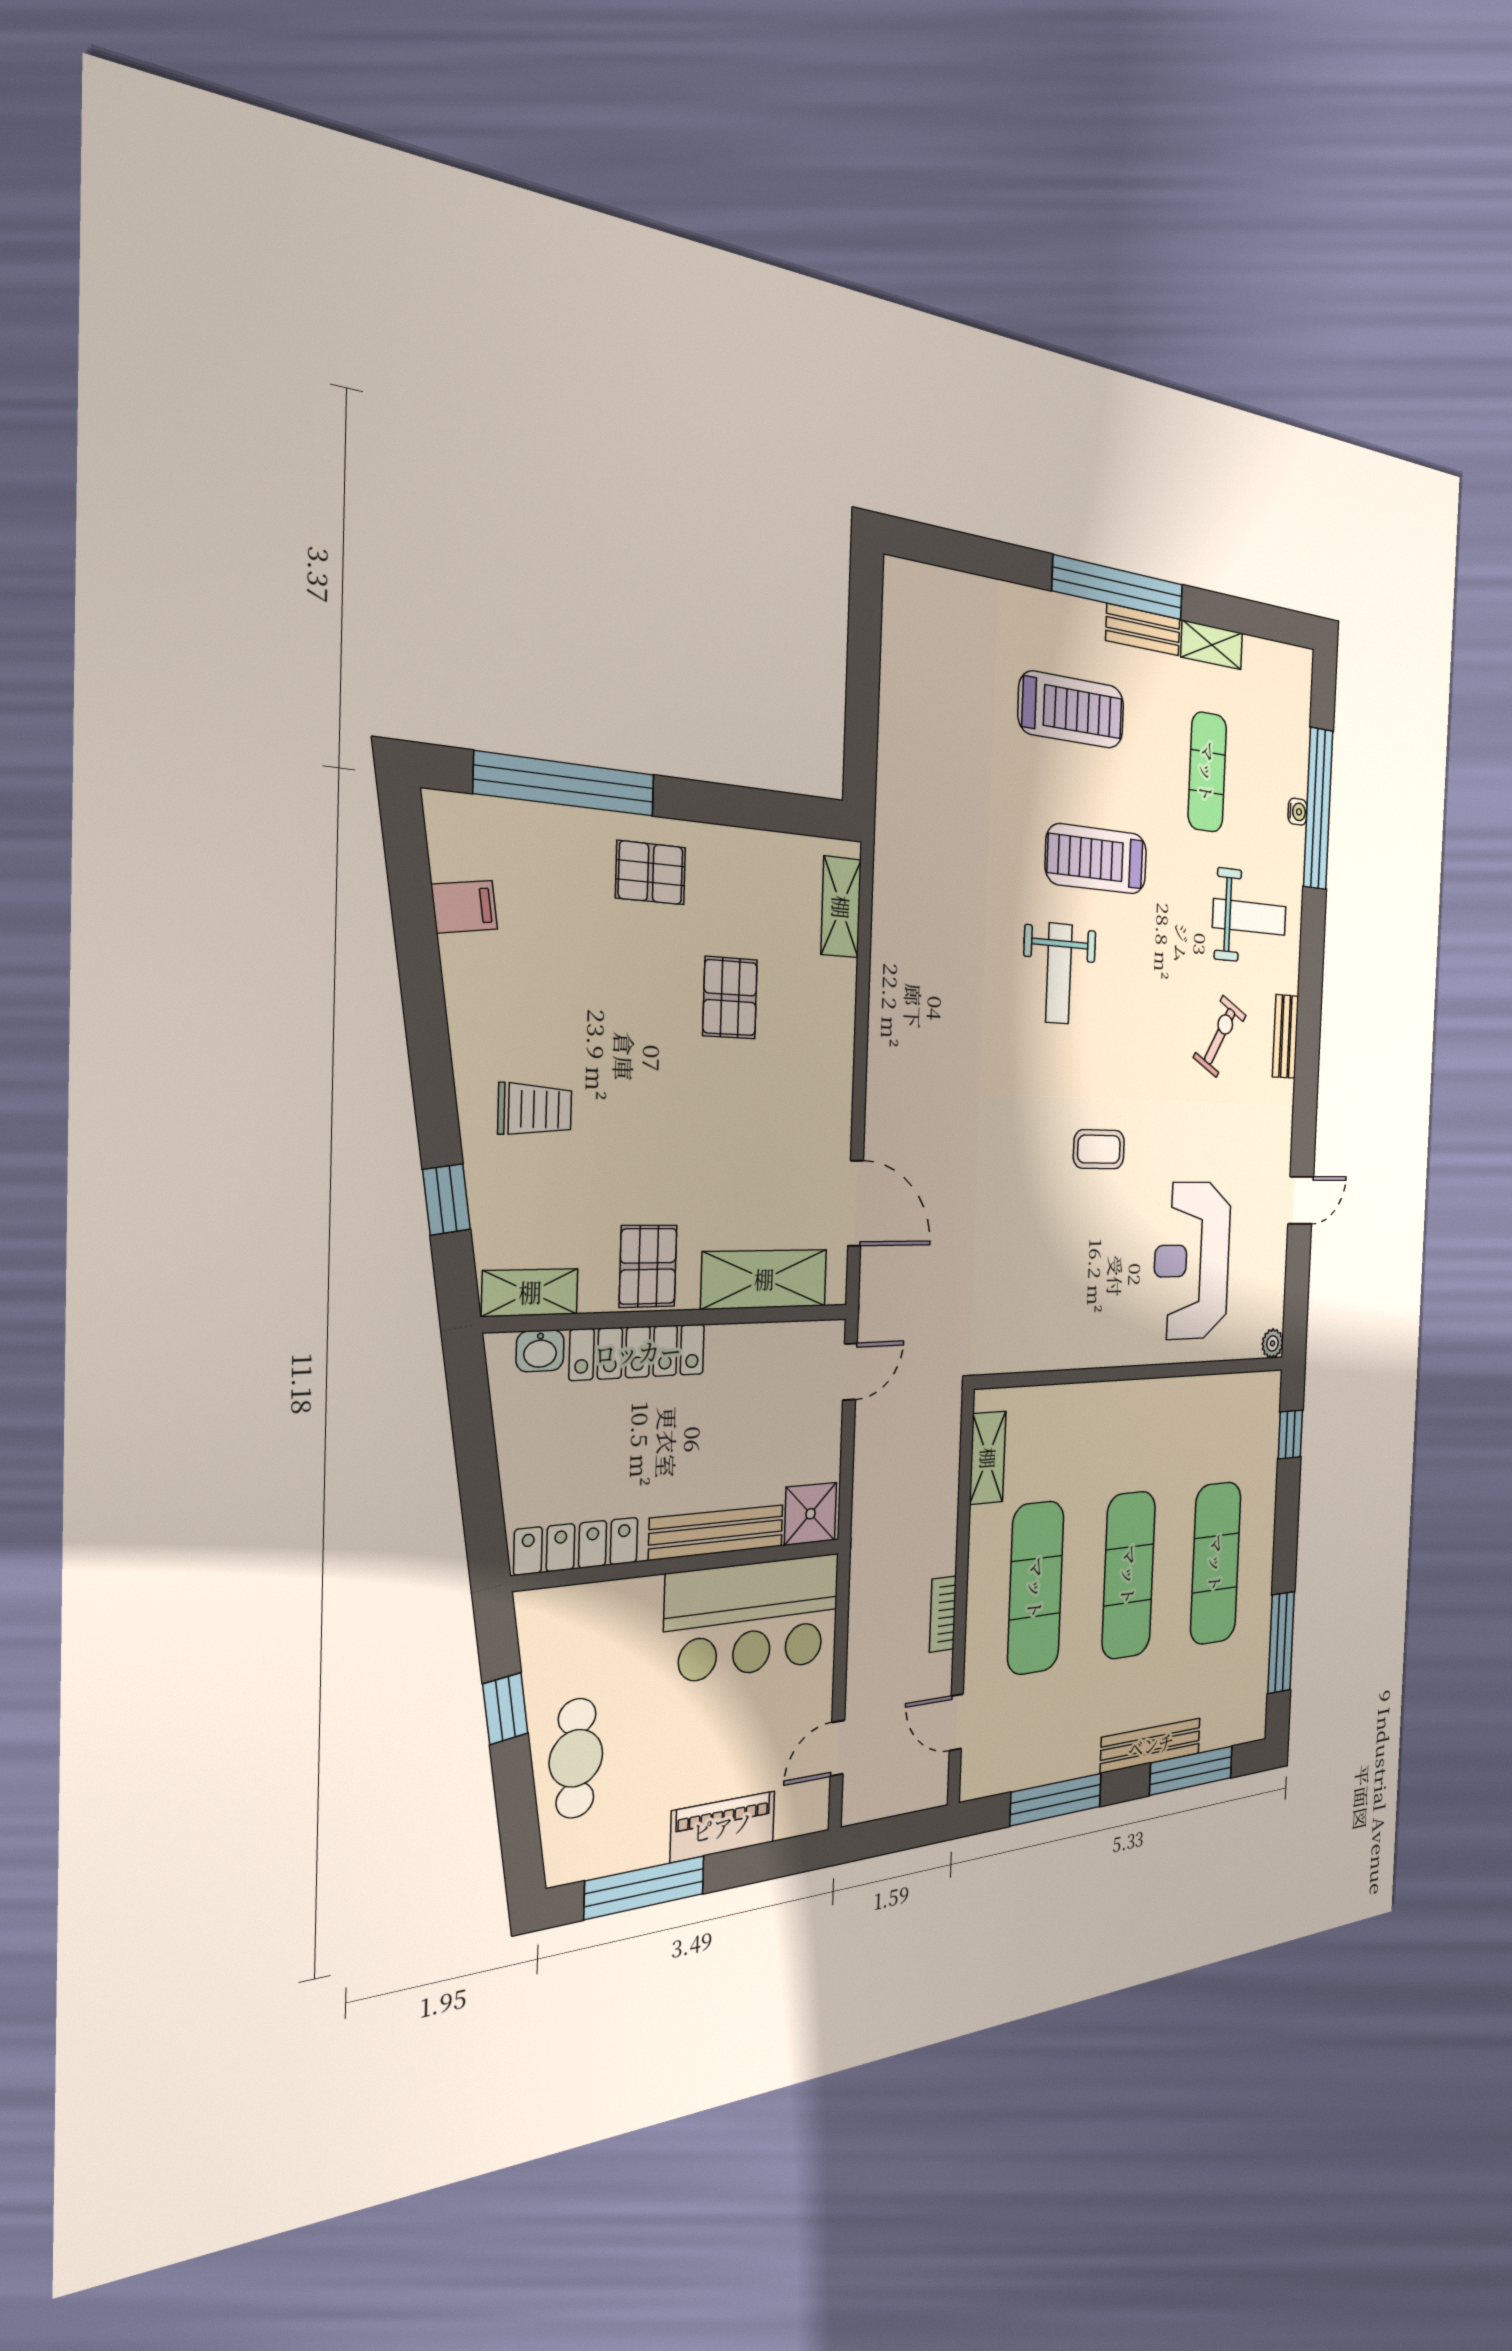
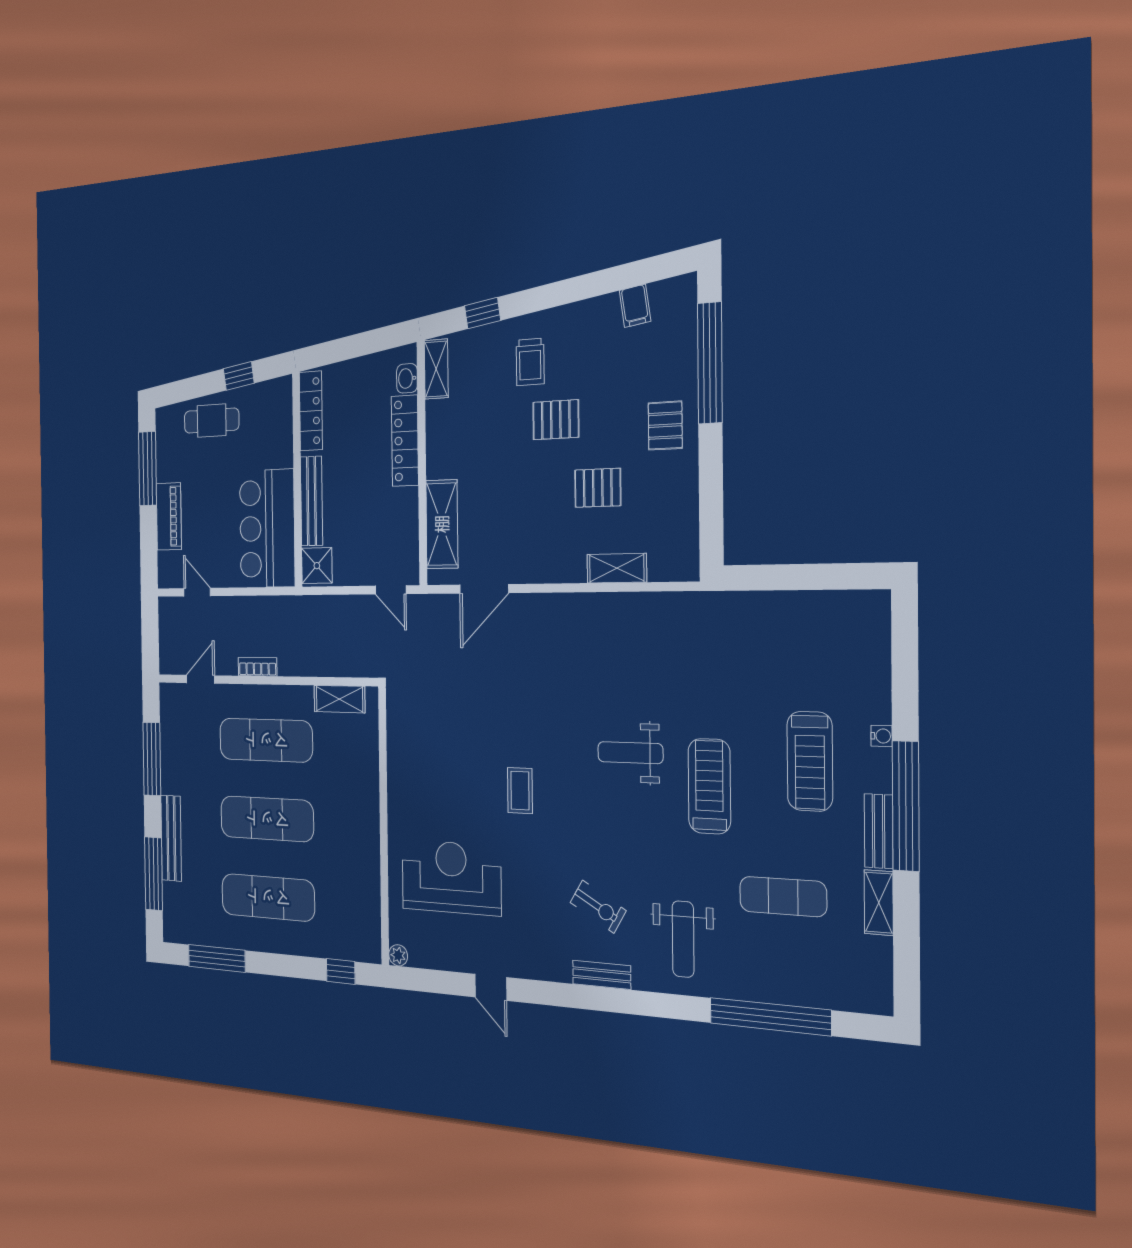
water cooler: (1297, 812) -> (882, 736), moved, turned -90
shelving: (841, 907) -> (617, 568), moved
pallet: (648, 1266) -> (556, 420), moved

